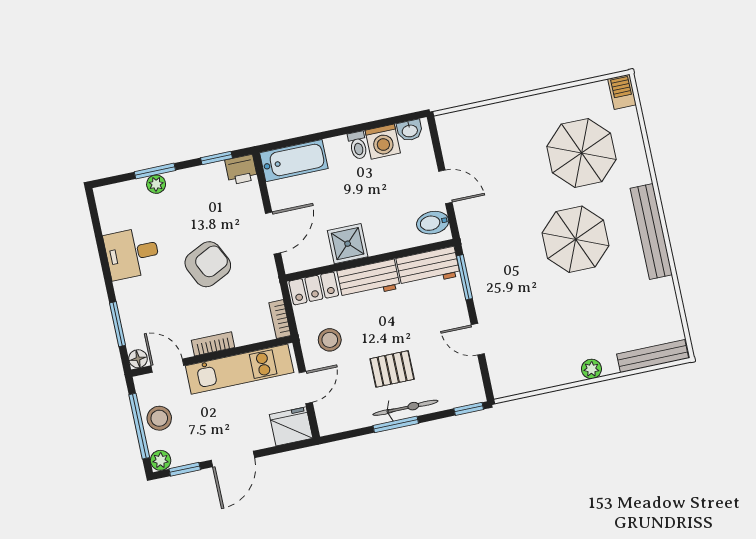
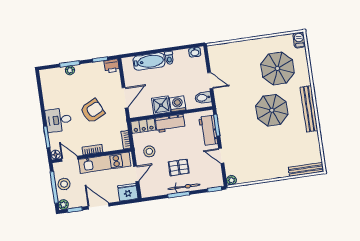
washing machine: (383, 142) -> (178, 104), moved, turned 180
bathtub: (294, 161) -> (149, 62), moved
desk: (132, 253) -> (59, 120), moved
workbench: (428, 267) -> (208, 130), moved, turned 90
plant: (591, 369) -> (231, 180), moved
door: (233, 459) -> (99, 206), swing flipped

